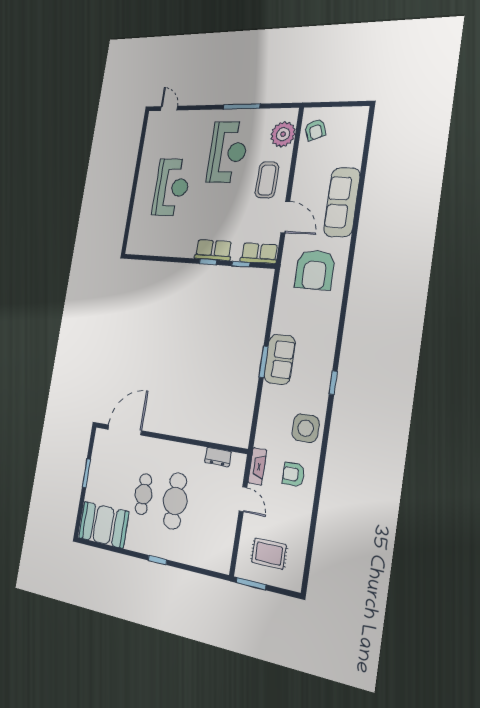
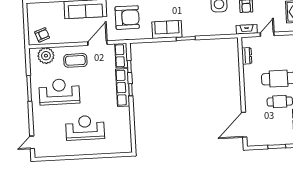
row of seats: (213, 250) -> (123, 88), width x1.48
sofa: (280, 359) -> (167, 29), moved
door: (125, 430) -> (244, 125), hinge flipped

